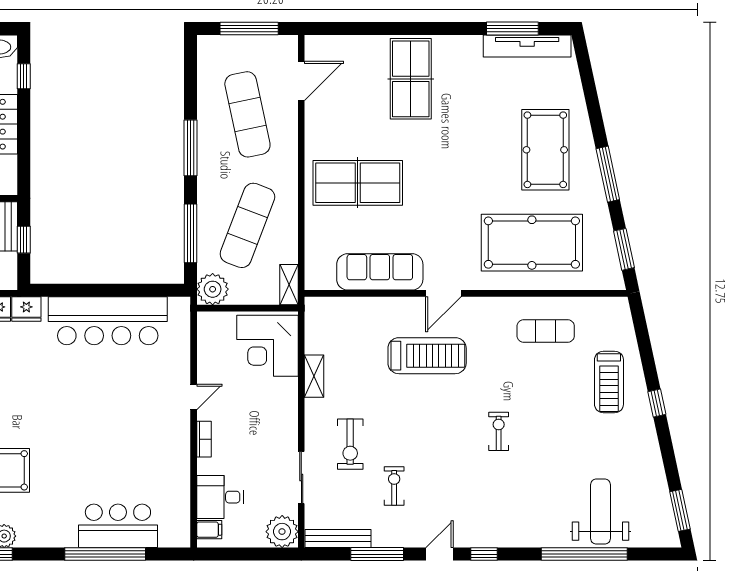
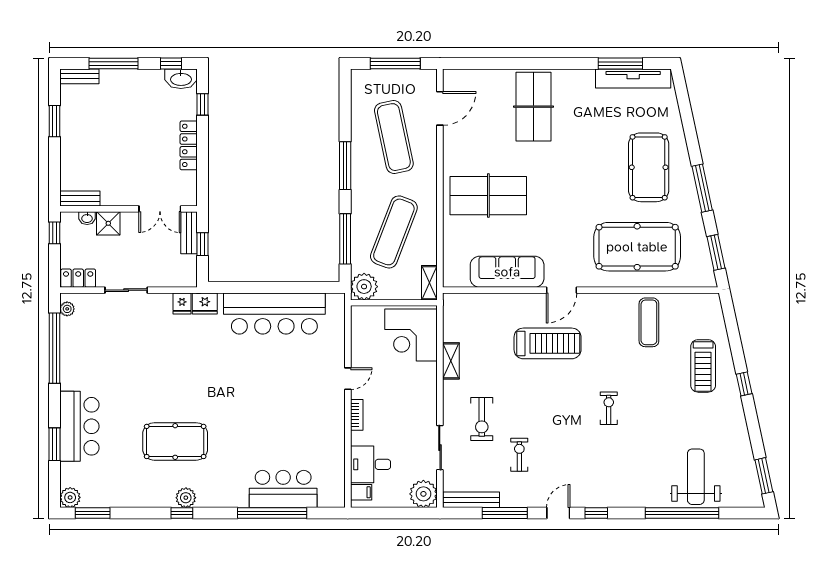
exercise mat: (546, 331) -> (649, 322), turned 90

